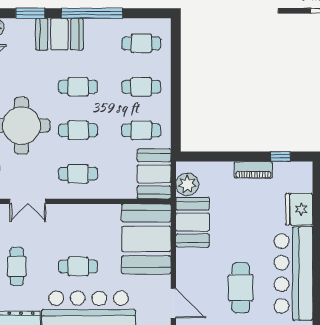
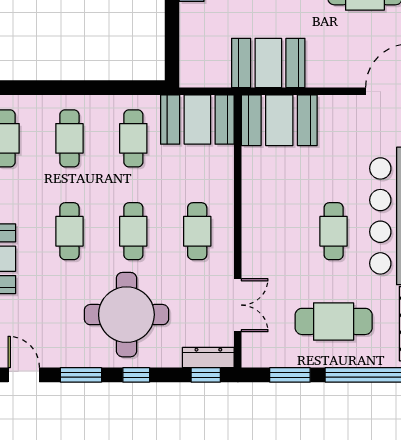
plant: (187, 184) -> (213, 71), removed
booth: (146, 239) -> (279, 120), width x0.73, depth x0.70
cafe table: (17, 266) -> (334, 321), width x1.37, depth x1.35

